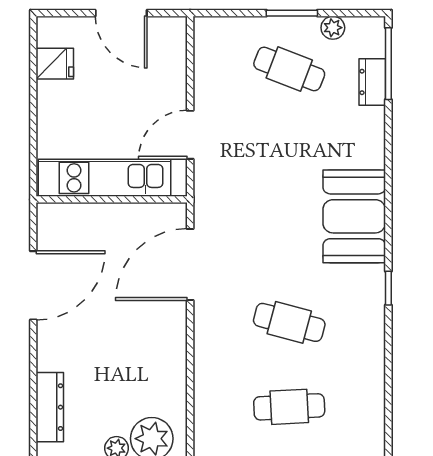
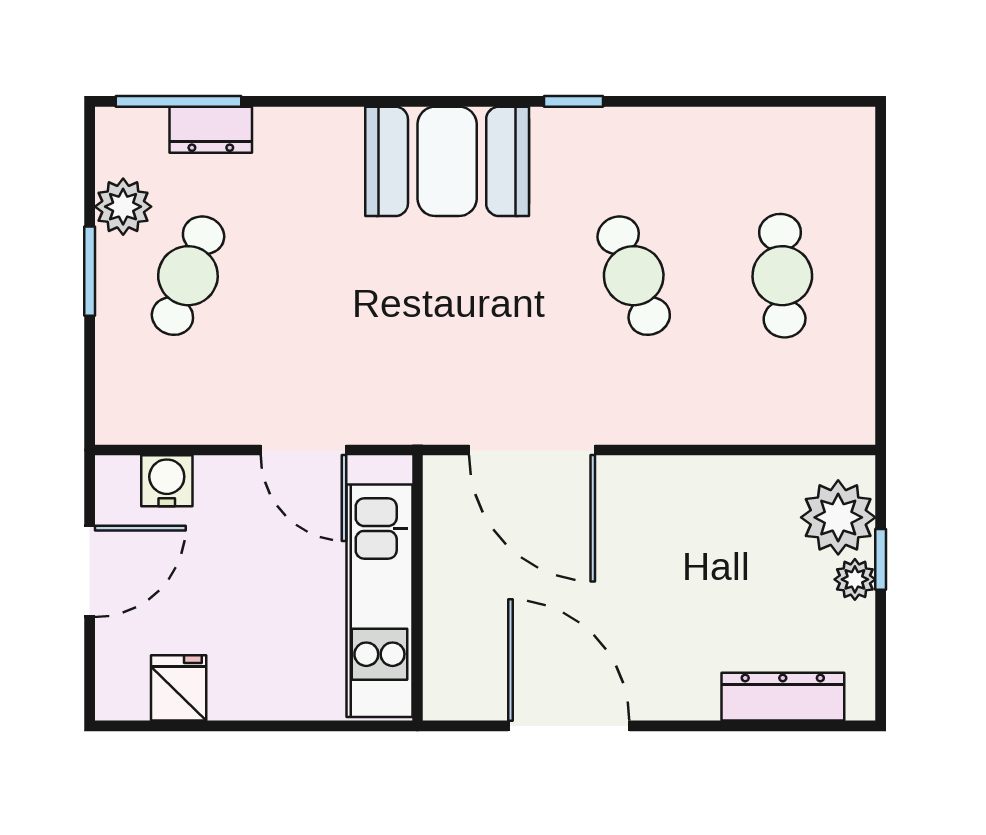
plant: (333, 28) -> (123, 207), width x1.38, depth x1.38
water cooler: (173, 57) -> (167, 481), added
cafe table: (289, 322) -> (634, 276), turned -36

